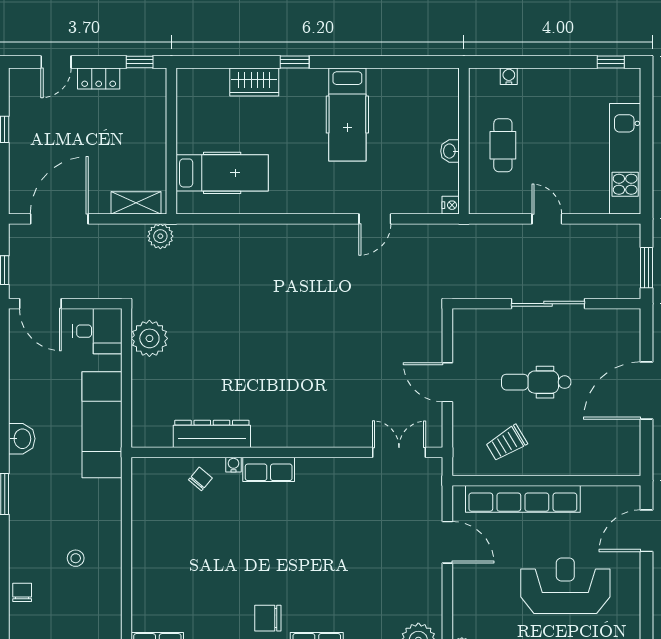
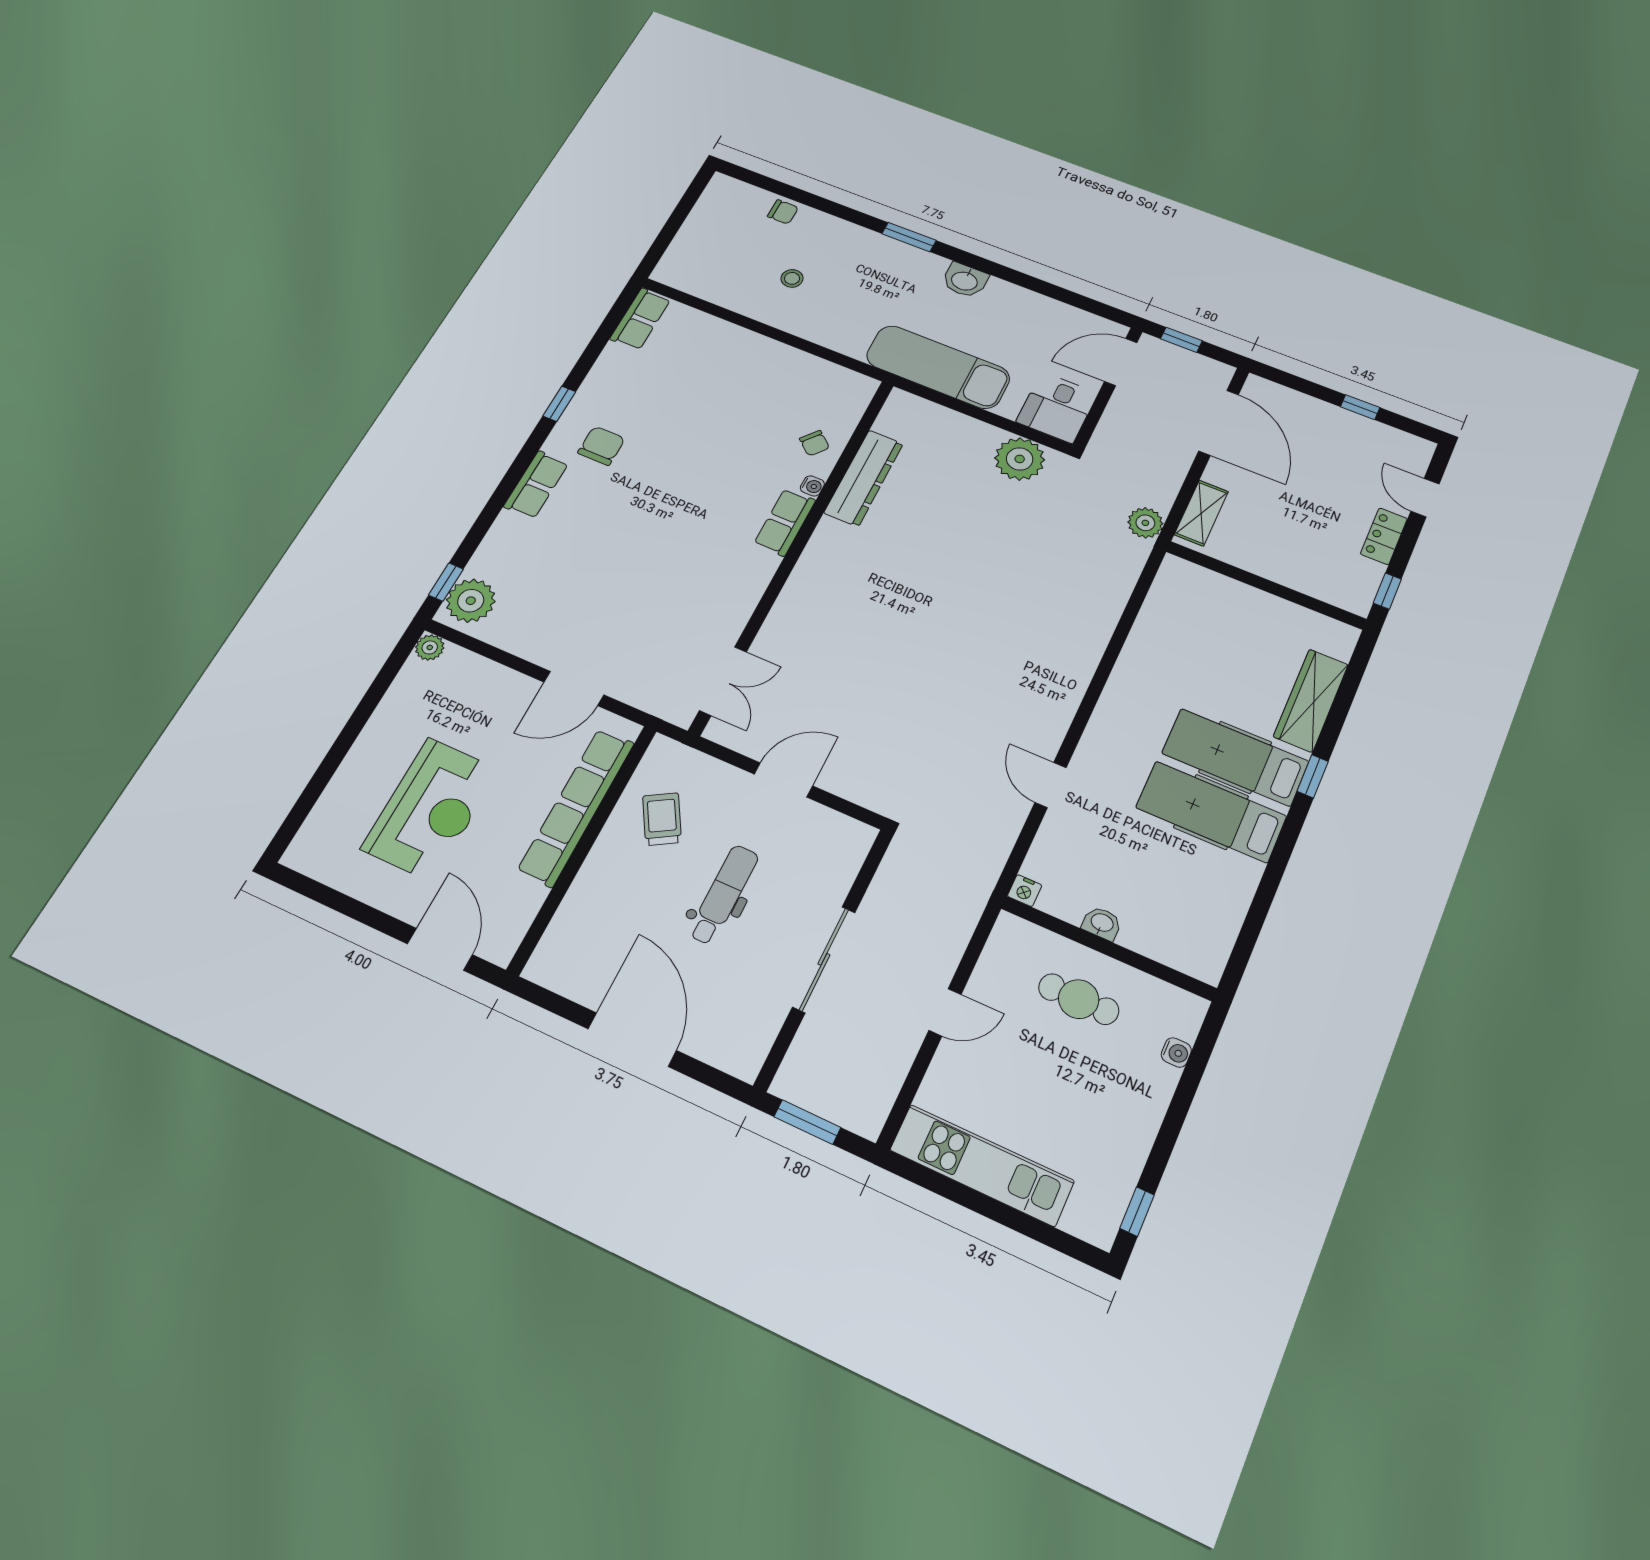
wardrobe: (254, 82) -> (1311, 700), width x1.50
hospital bed: (222, 173) -> (1235, 757), moved, turned 90

